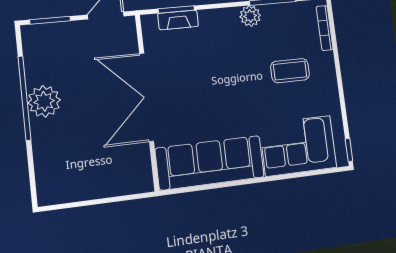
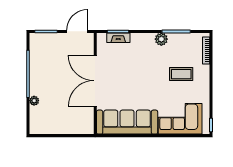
plant: (44, 101) -> (34, 101), moved, width x0.53, depth x0.53

